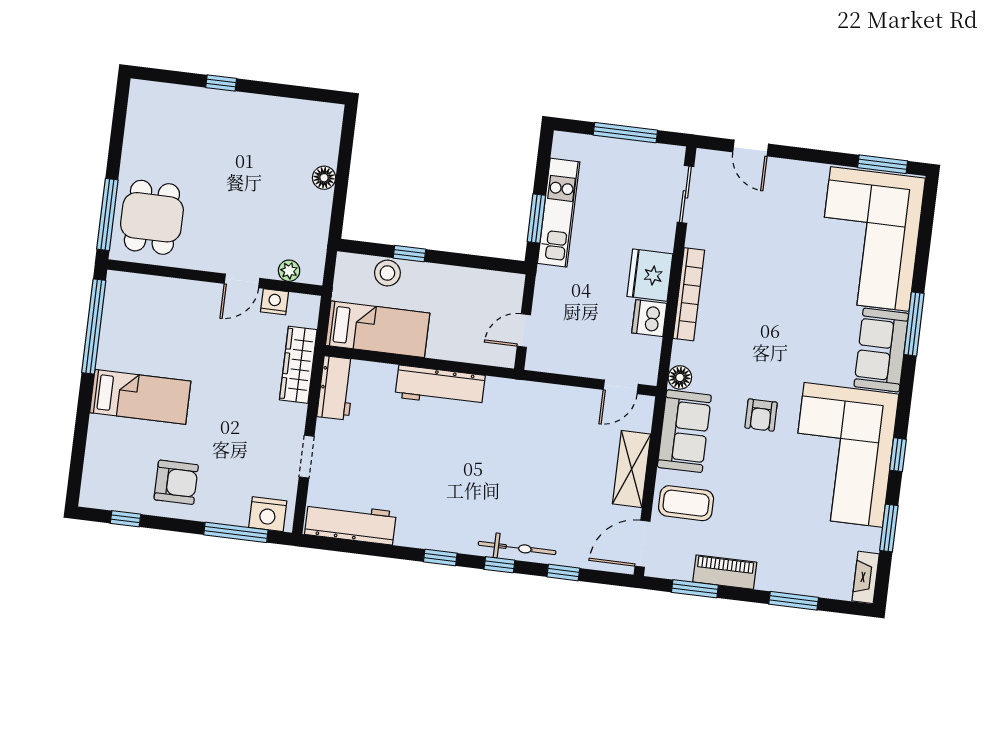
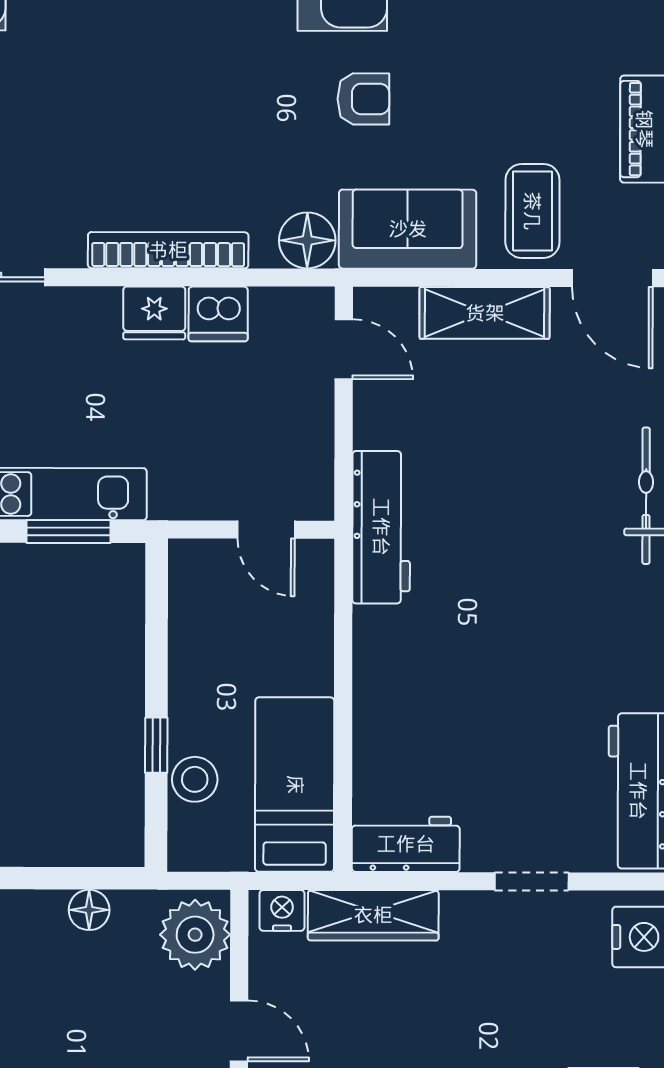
floor lamp: (324, 178) -> (89, 910), moved
plant: (289, 271) -> (195, 935), width x1.88, depth x1.88
fridge: (650, 275) -> (154, 313), width x0.73, depth x0.75
nightstand: (274, 302) -> (282, 910), moved, turned 90
floor lamp: (680, 377) -> (307, 240), width x1.38, depth x1.38
workbench: (440, 386) -> (381, 527), moved

